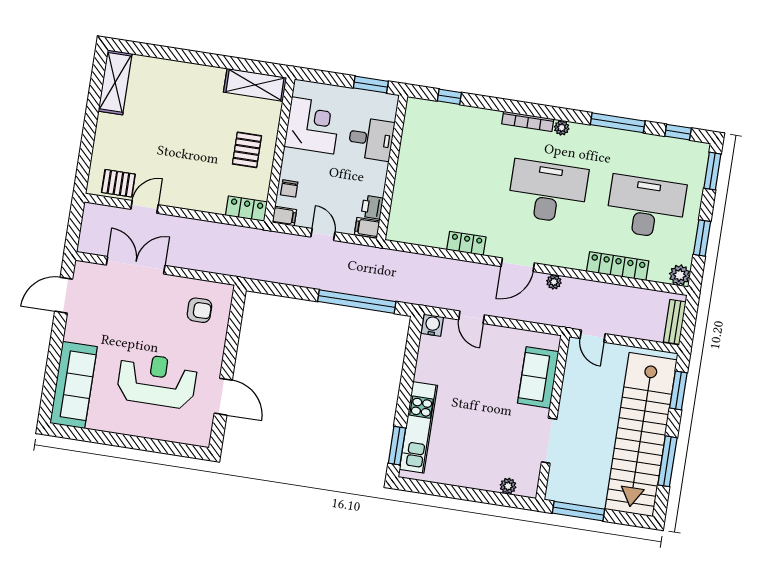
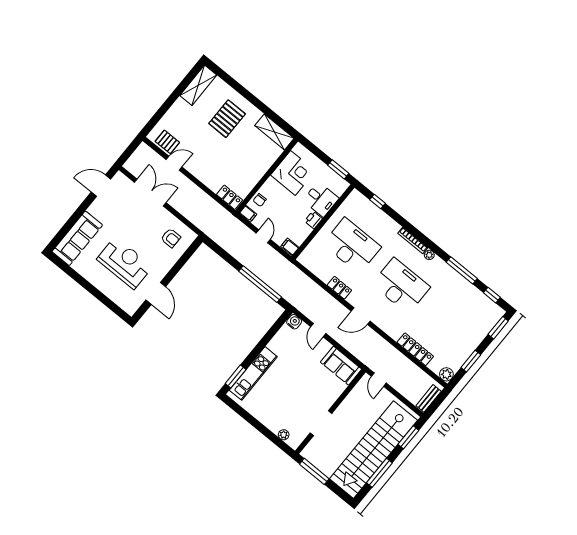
pallet: (247, 150) -> (227, 119), moved, width x1.50, depth x1.42
printer: (372, 207) -> (313, 220), moved
desk: (646, 207) -> (352, 246), moved
plant: (554, 282) -> (375, 337), removed
sofa: (538, 377) -> (341, 366), moved, turned -90

